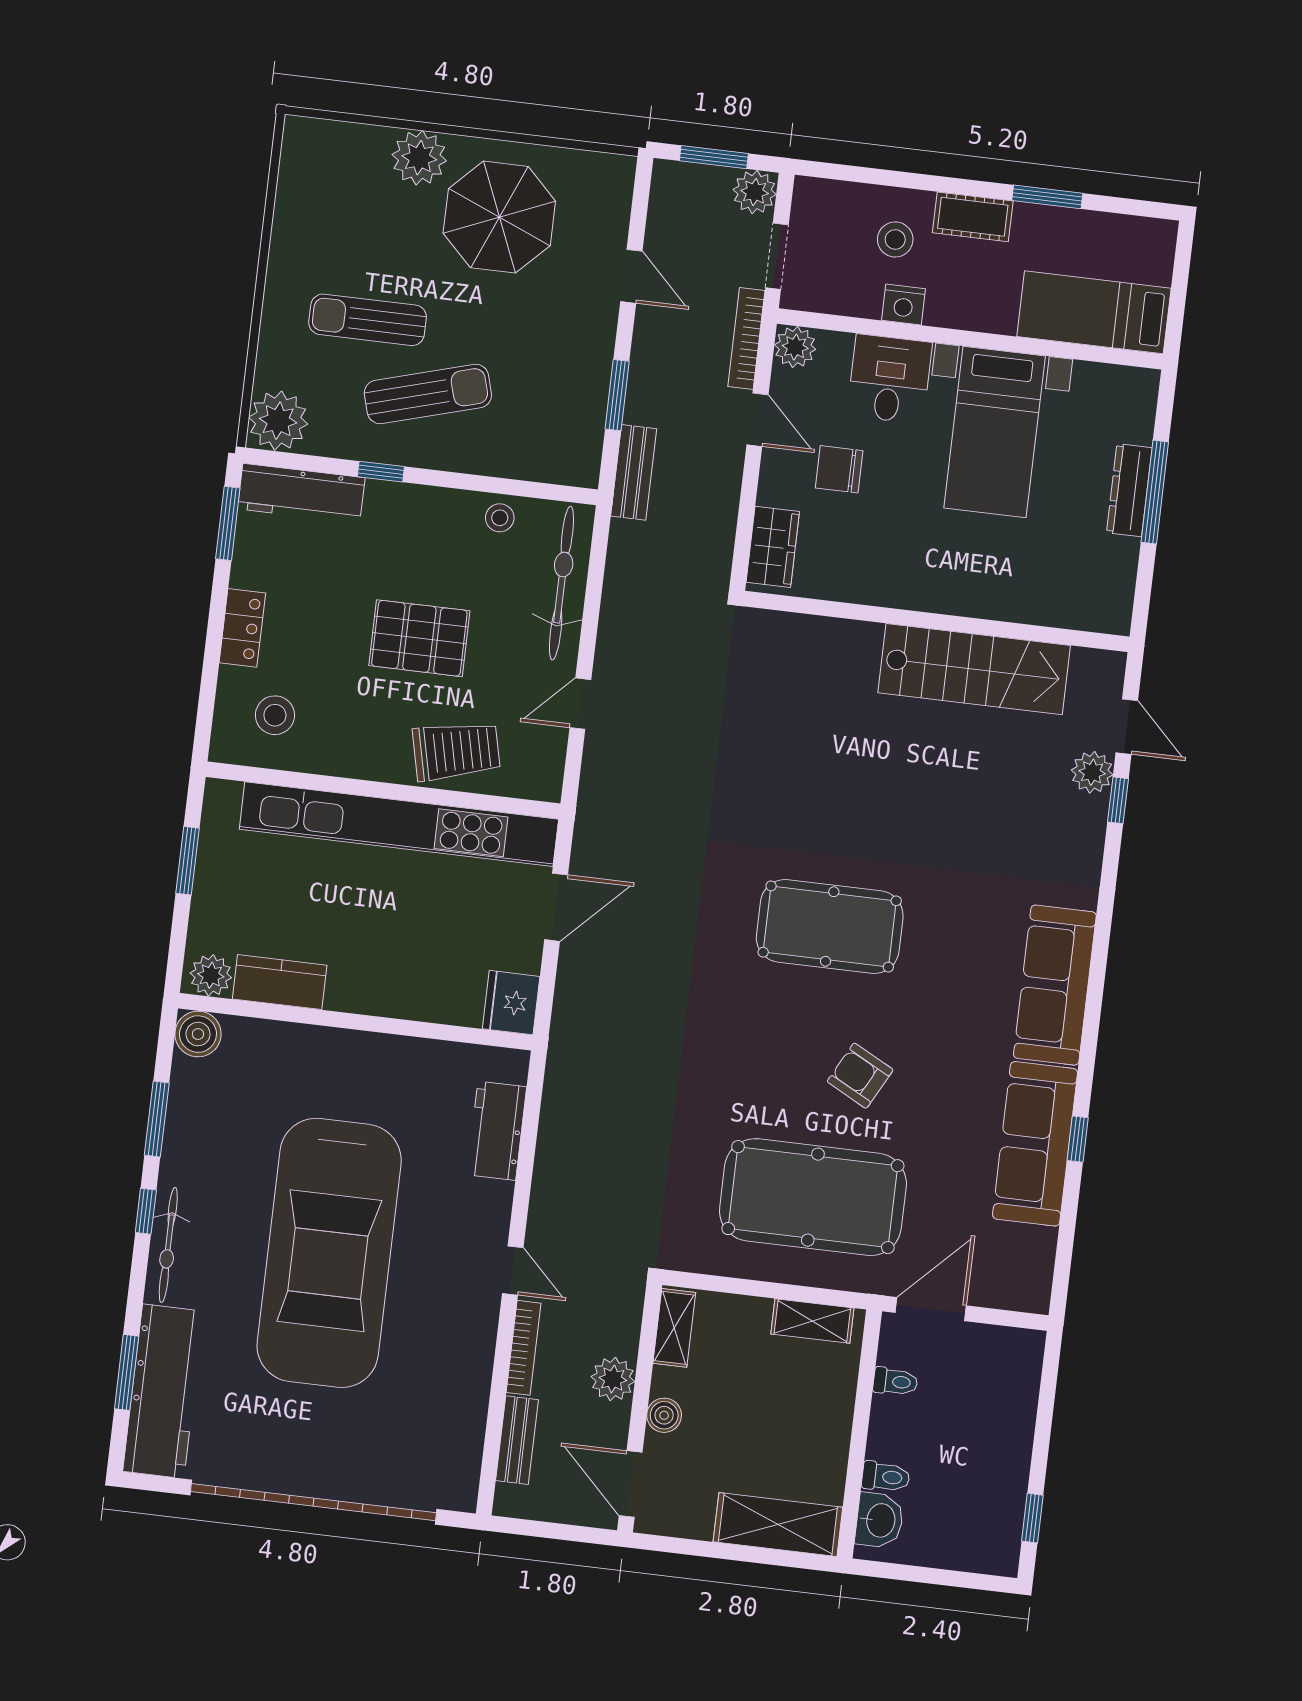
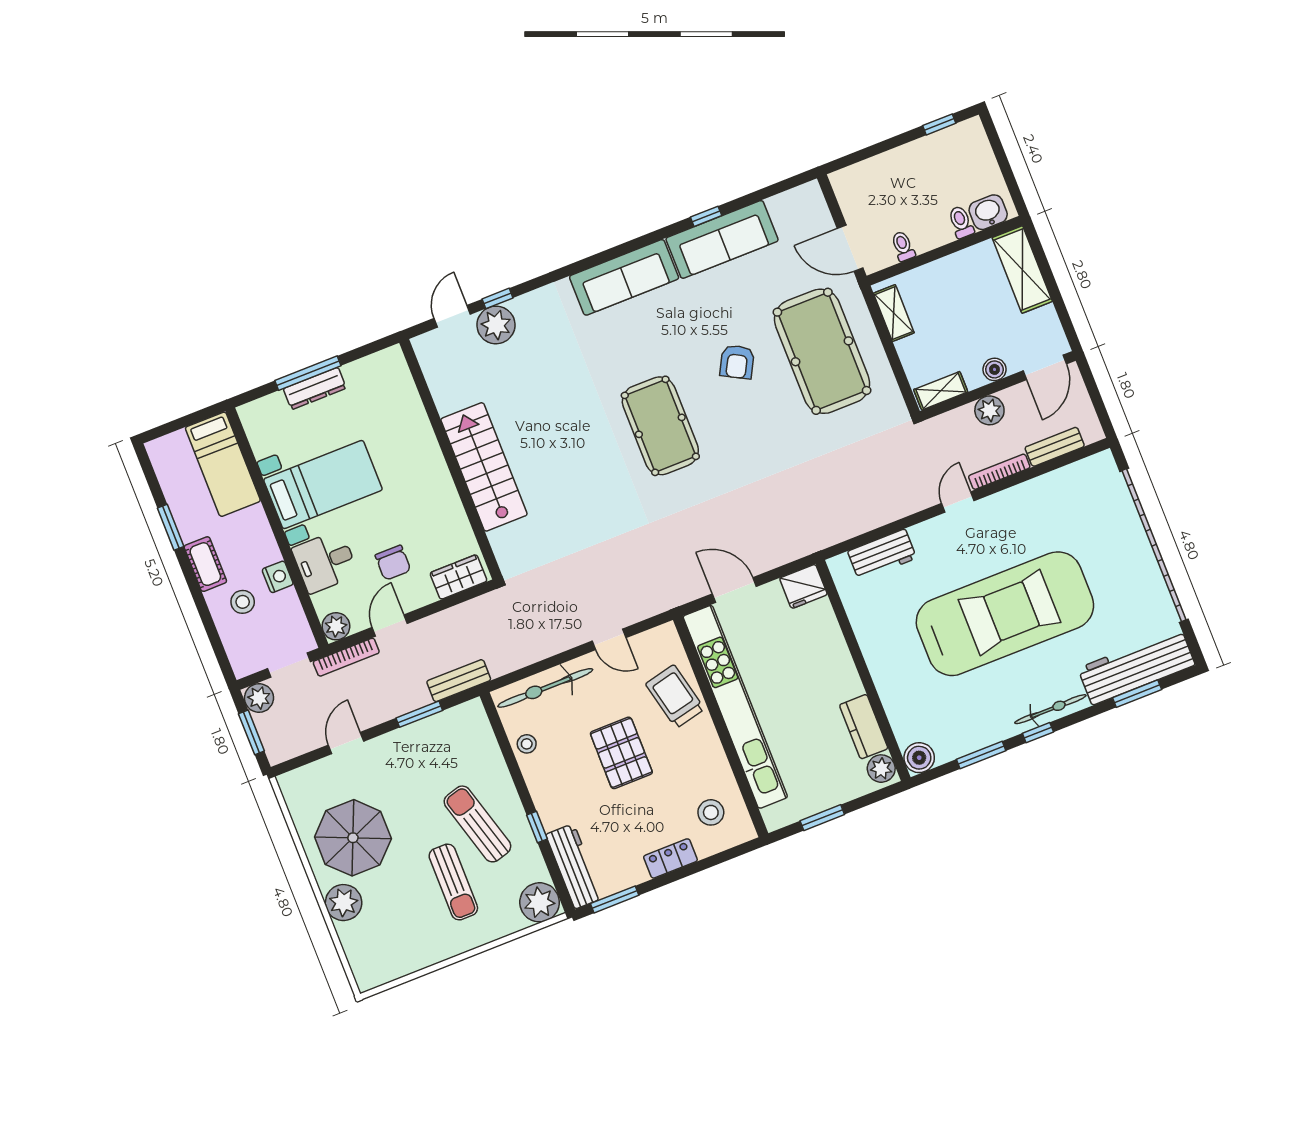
stairs: (974, 669) -> (484, 467), moved
plant: (1092, 772) -> (496, 325), width x1.36, depth x1.36

